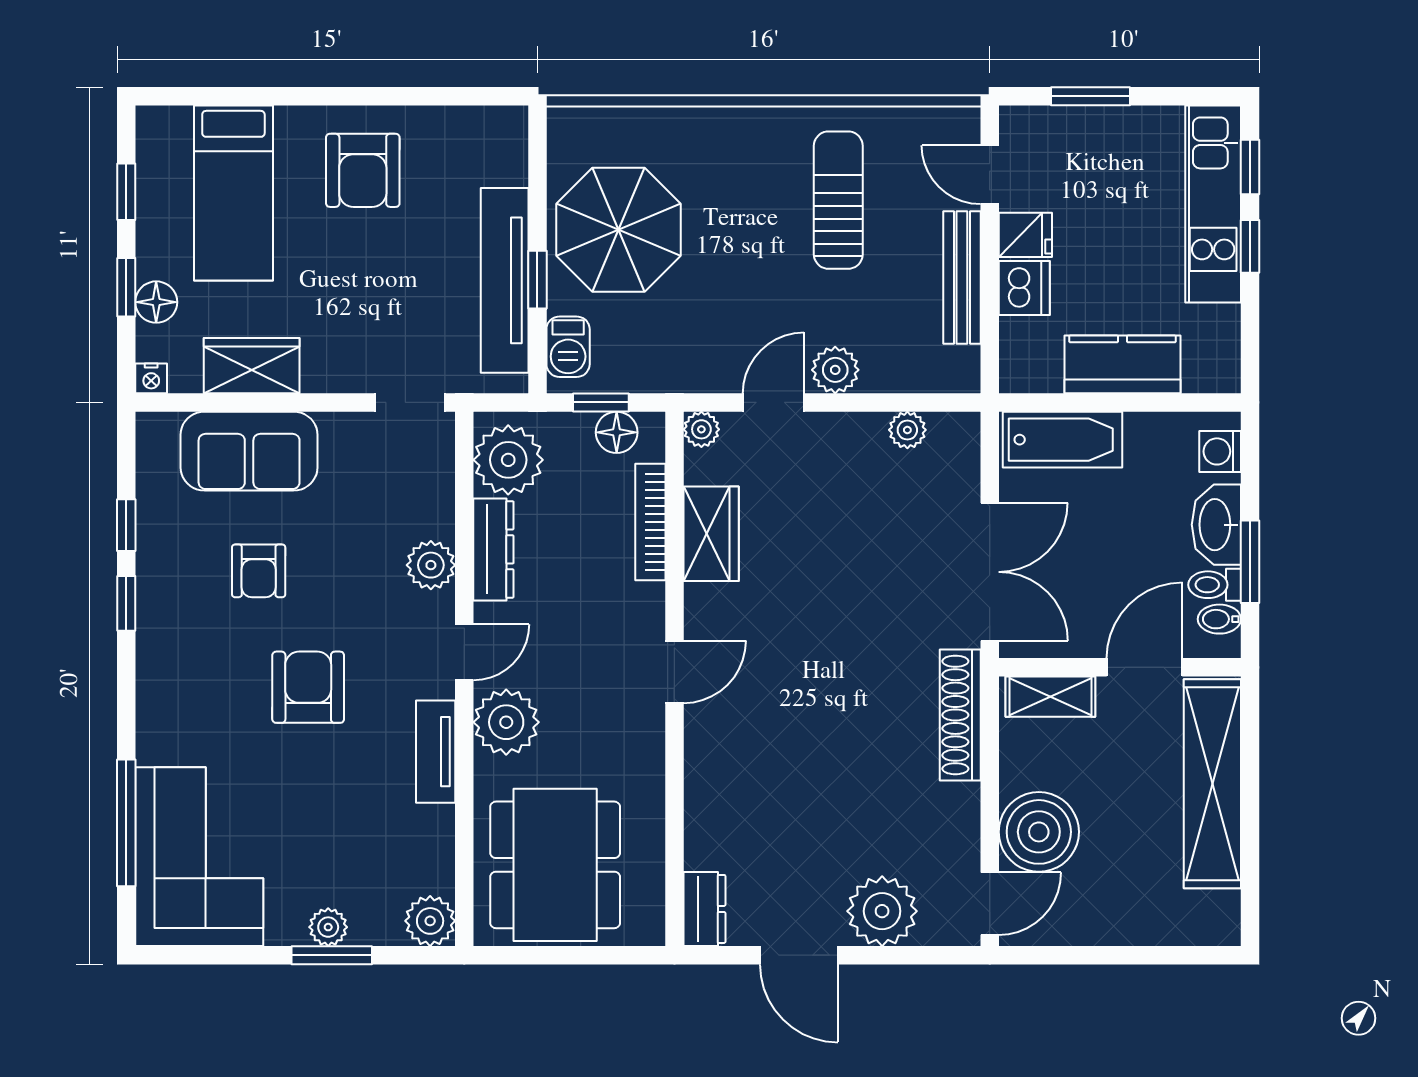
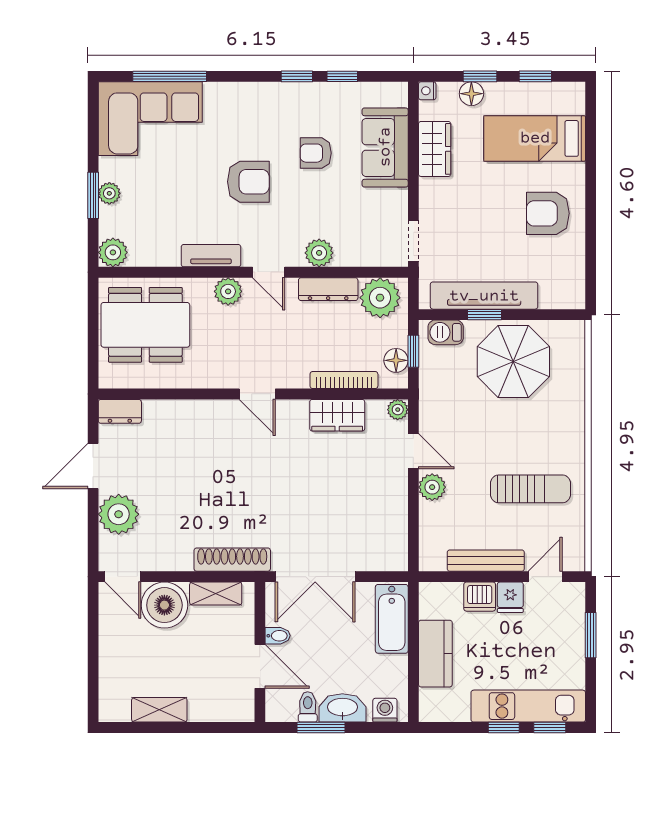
plant: (907, 430) -> (397, 529), removed
bidet: (1219, 619) -> (278, 636), moved, turned 90
shelving: (1050, 697) -> (216, 594), moved, turned 90
plant: (506, 722) -> (228, 291), width x0.73, depth x0.73
shelving: (1212, 784) -> (159, 710), width x0.45, depth x0.75

